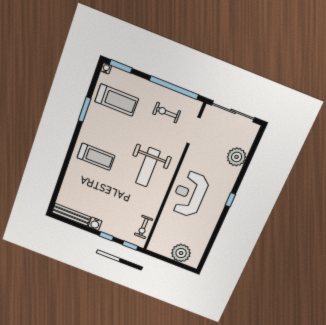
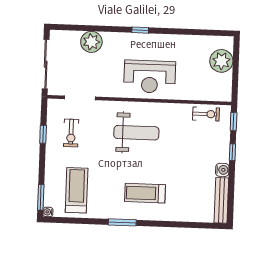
window: (174, 88) -> (43, 134), width x0.32
window: (84, 110) -> (122, 222), moved
treadmill: (96, 157) -> (145, 193), turned -90

